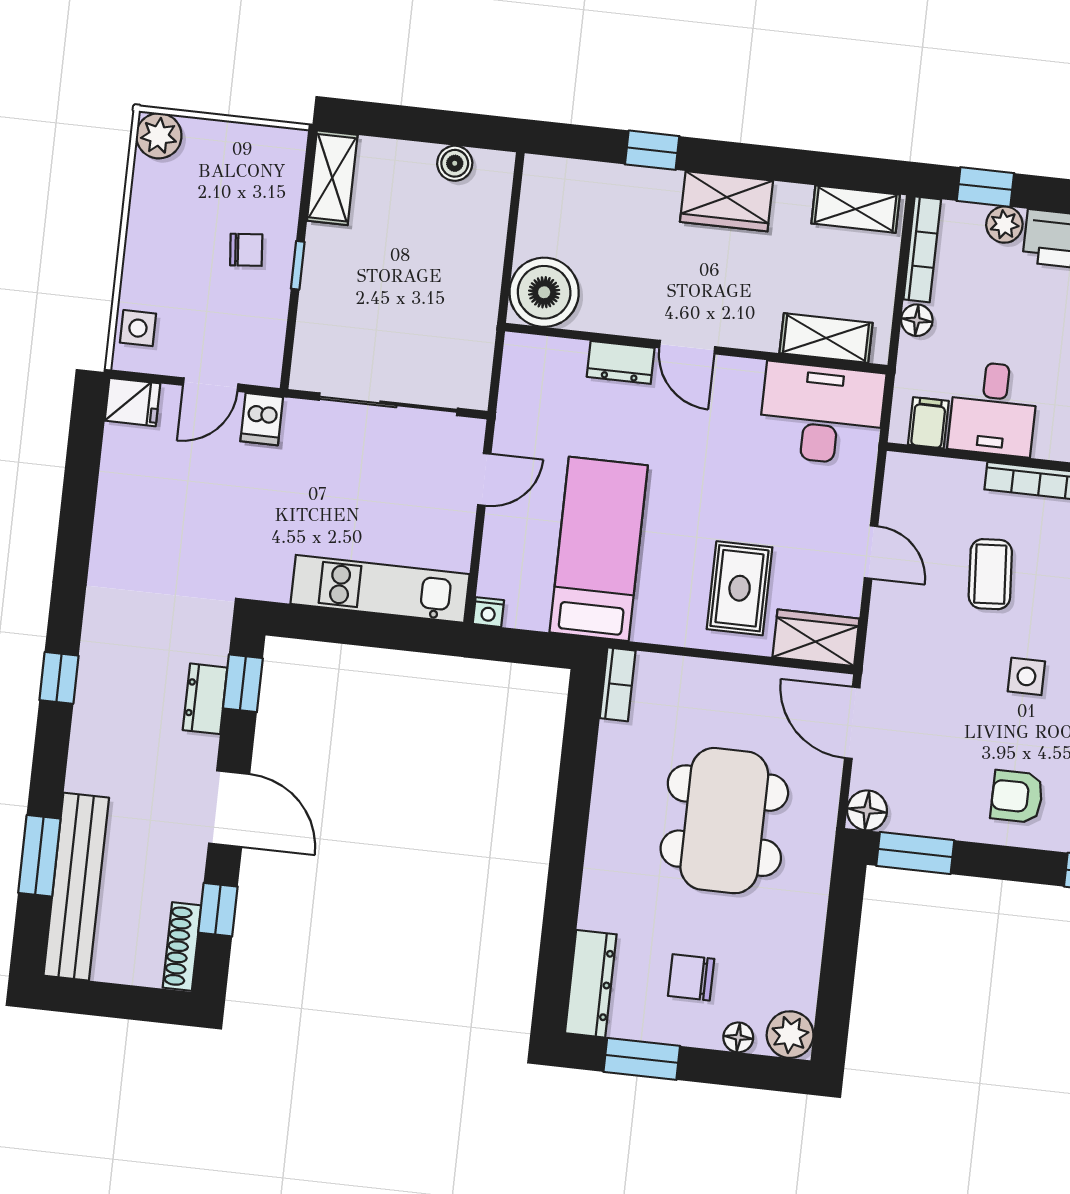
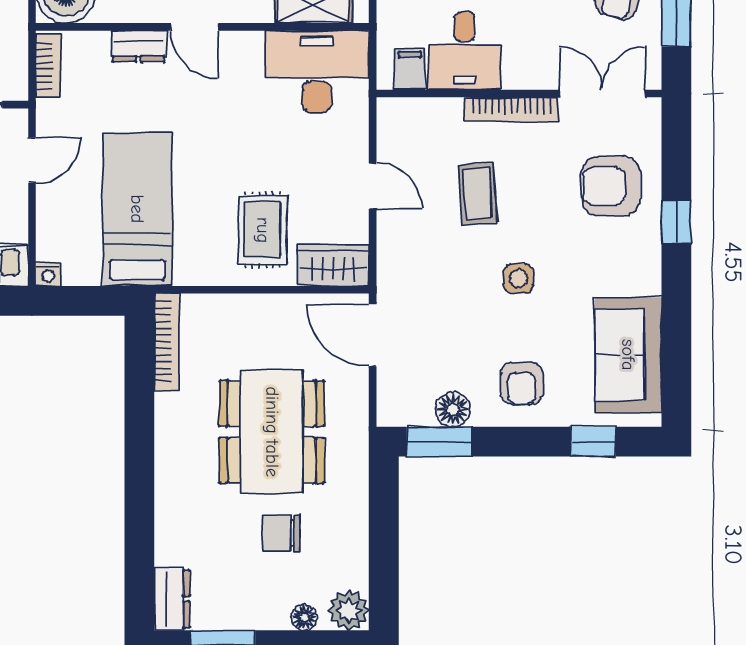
bookcase: (515, 373) -> (48, 66), added
bookcase: (618, 684) -> (167, 342), width x1.56
armchair: (1017, 797) -> (522, 383), turned -90
floor lamp: (867, 810) -> (453, 409), moved
chair: (691, 977) -> (281, 533), moved
dresser: (591, 984) -> (172, 599), width x0.70

